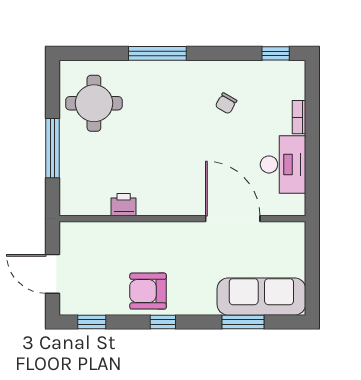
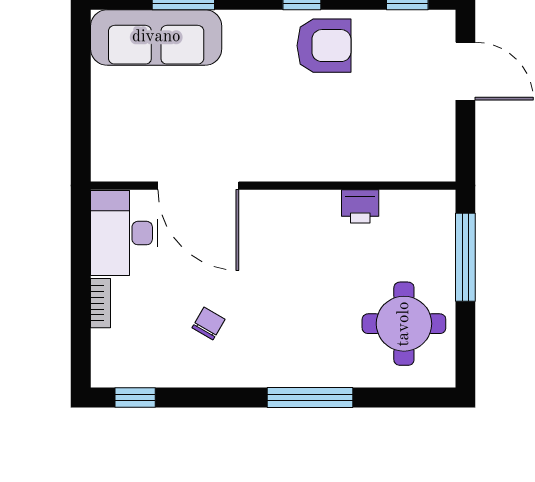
printer: (124, 205) -> (360, 206), moved
wall: (182, 219) -> (273, 186), moved
door: (233, 219) -> (198, 186), moved

